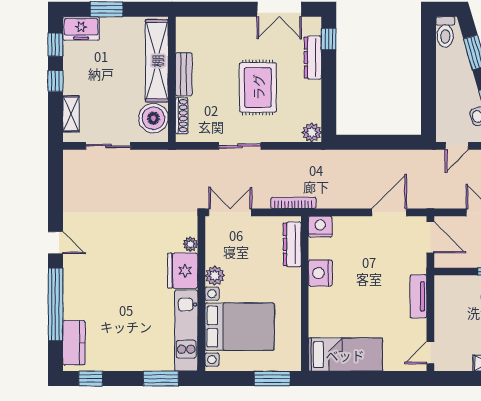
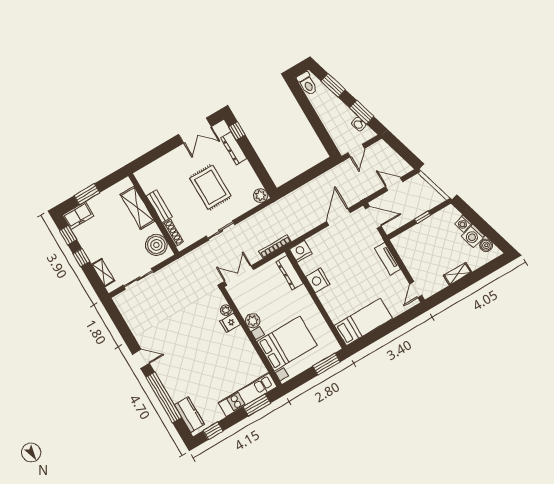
shelving: (157, 61) -> (137, 208), width x0.68
fridge: (183, 271) -> (230, 323), width x0.53, depth x0.75
kitchen unit: (186, 331) -> (248, 395), moved, turned 90

